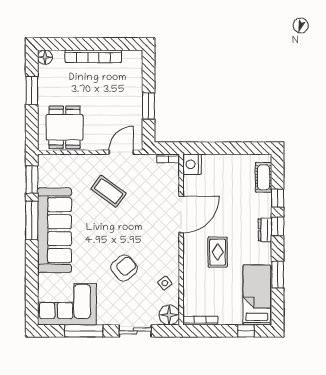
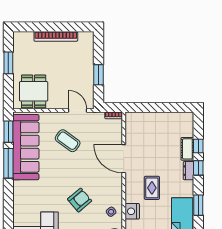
floor lamp: (45, 57) -> (18, 37), removed
door: (121, 152) -> (77, 111), hinge flipped
nightstand: (192, 164) -> (132, 211), moved
cot: (264, 177) -> (187, 149), moved
door: (181, 214) -> (124, 159), swing flipped
sofa: (54, 230) -> (26, 147), moved

